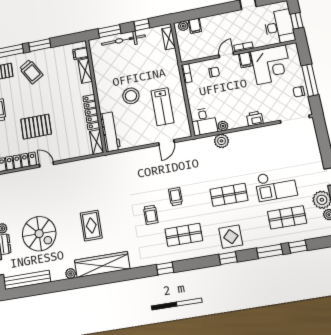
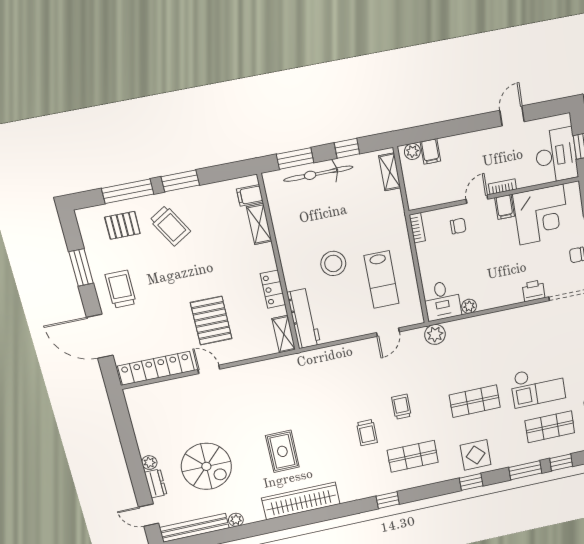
locker: (91, 112) -> (273, 289), width x0.66
printer: (255, 119) -> (533, 291), moved
pallet: (36, 127) -> (211, 321), moved, turned 90
plant: (221, 141) -> (435, 334), moved
plant: (71, 274) -> (236, 520), moved

